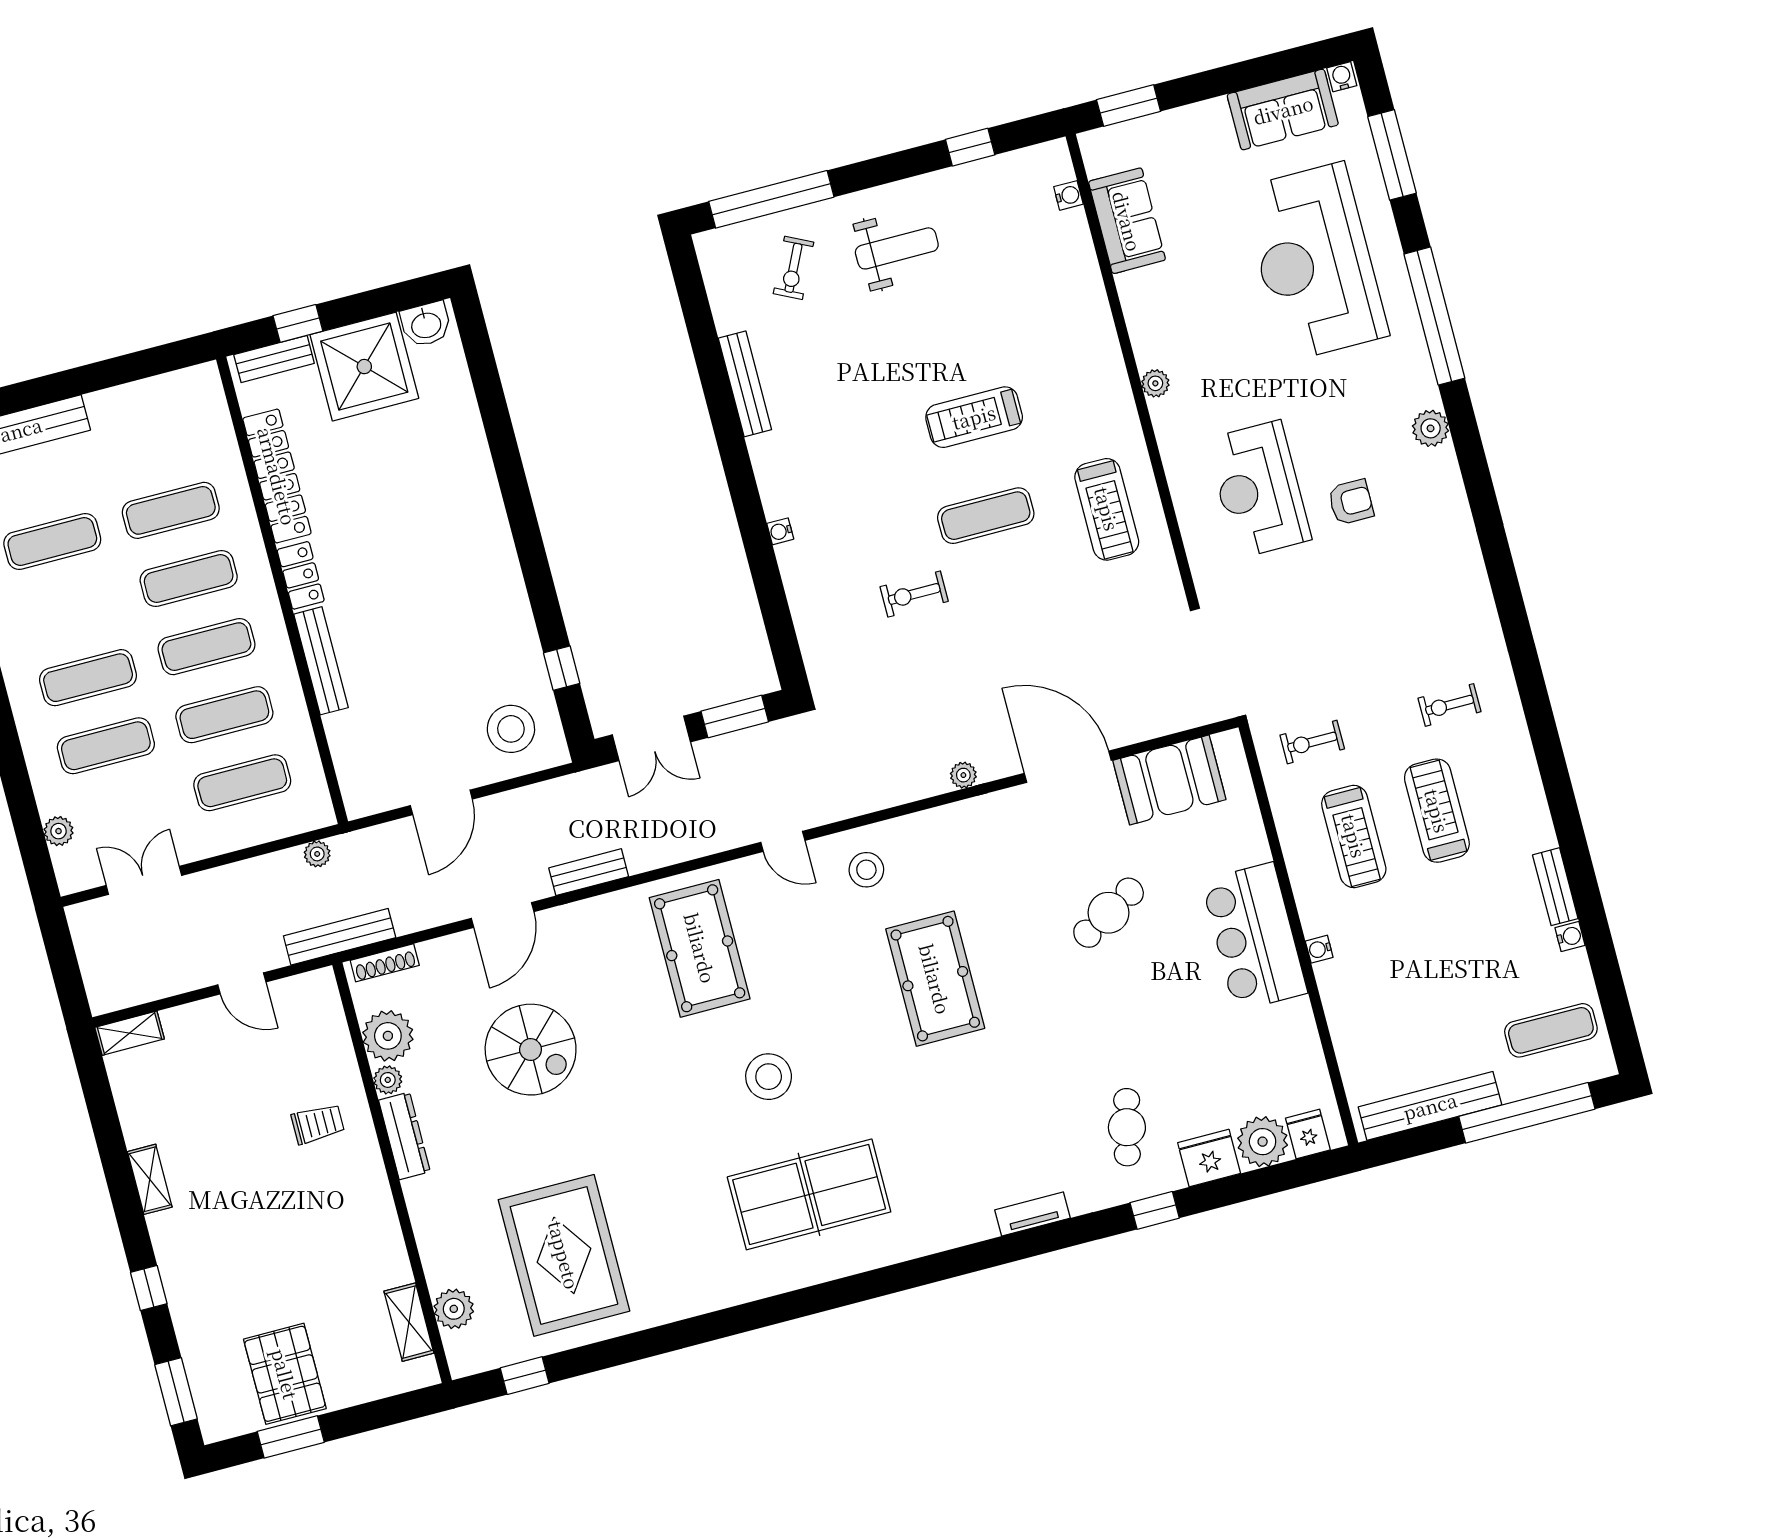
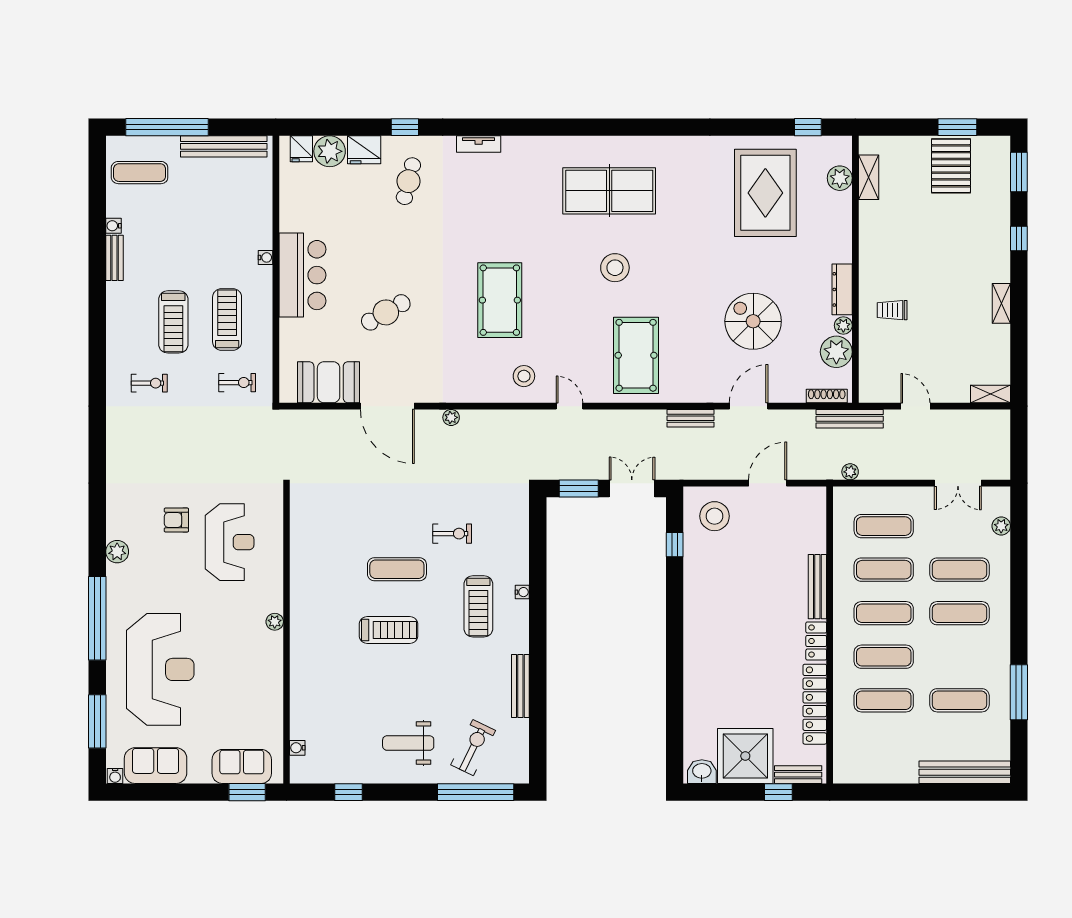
sofa: (1127, 221) -> (242, 766), moved, turned 90
exercise bike: (793, 268) -> (473, 748), width x1.38, depth x1.39
treadmill: (1107, 509) -> (478, 606), moved, turned 180

